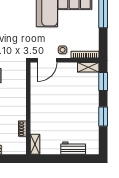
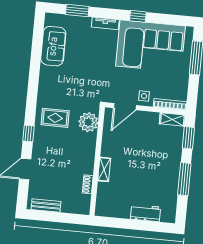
plant: (18, 76) -> (88, 122), added
window: (103, 116) -> (184, 179), width x1.44
shelving: (35, 144) -> (104, 169), moved

